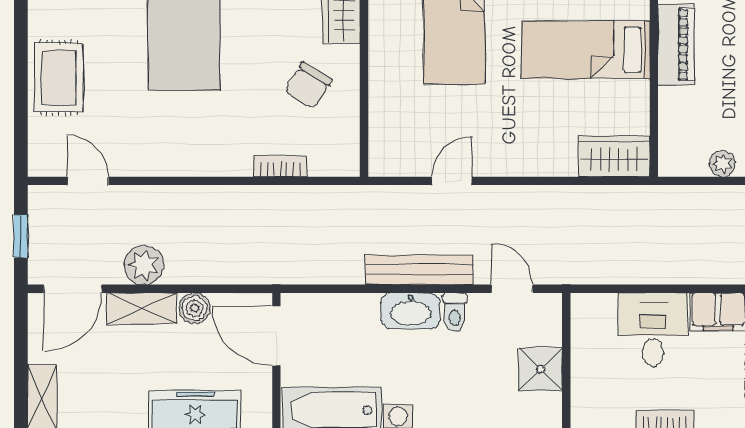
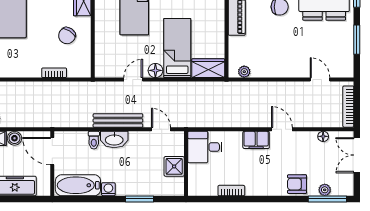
bed: (586, 50) -> (177, 48), moved, turned 90
floor lamp: (500, 161) -> (155, 70), added
plant: (722, 164) -> (244, 72), moved
toilet: (455, 312) -> (94, 140), moved
desk: (653, 330) -> (205, 147), moved, turned -90

